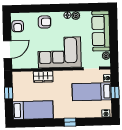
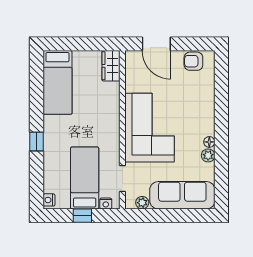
armchair: (45, 22) -> (199, 105), removed
wardrobe: (43, 77) -> (111, 66), moved
window: (9, 93) -> (86, 44), removed

